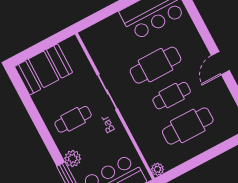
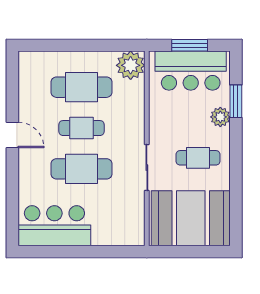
door: (220, 63) -> (12, 135), hinge flipped
booth: (44, 69) -> (191, 218), width x1.36, depth x1.42
plant: (157, 169) -> (131, 65), width x1.88, depth x1.88

